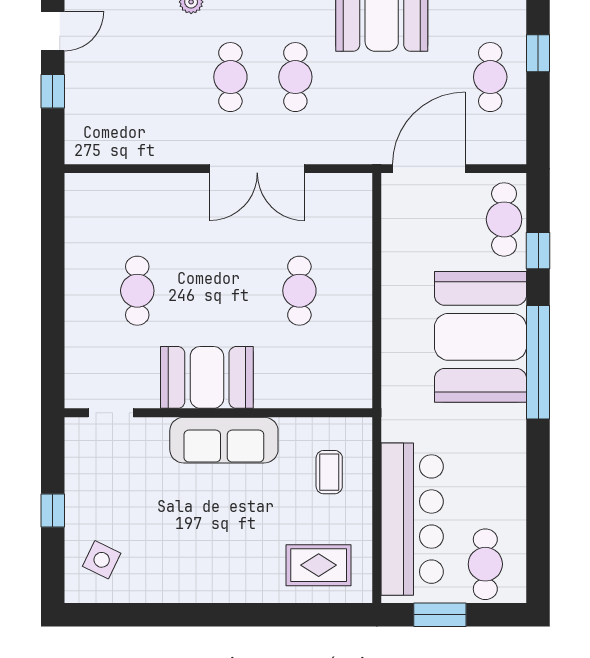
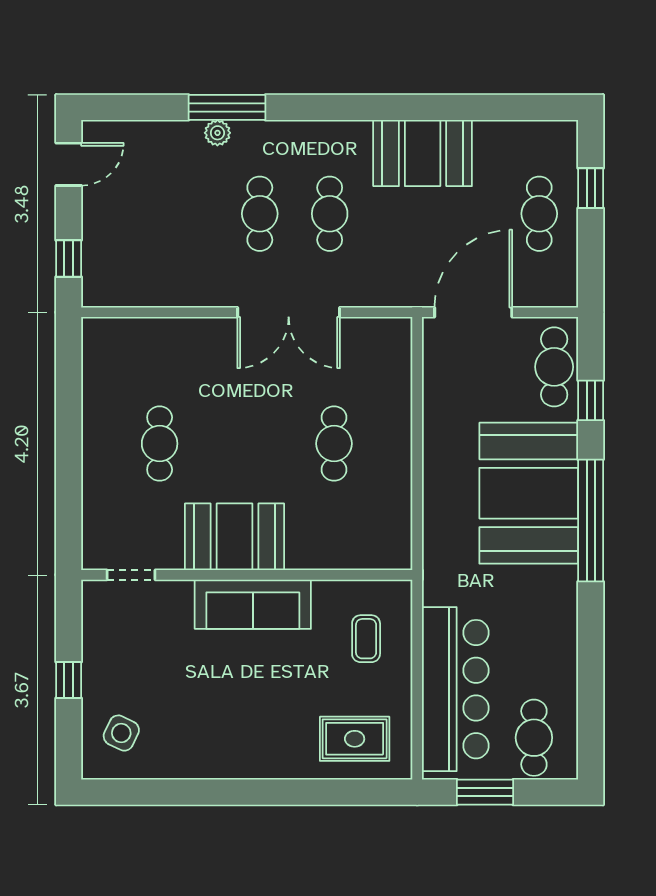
window: (53, 91) -> (69, 258), moved

